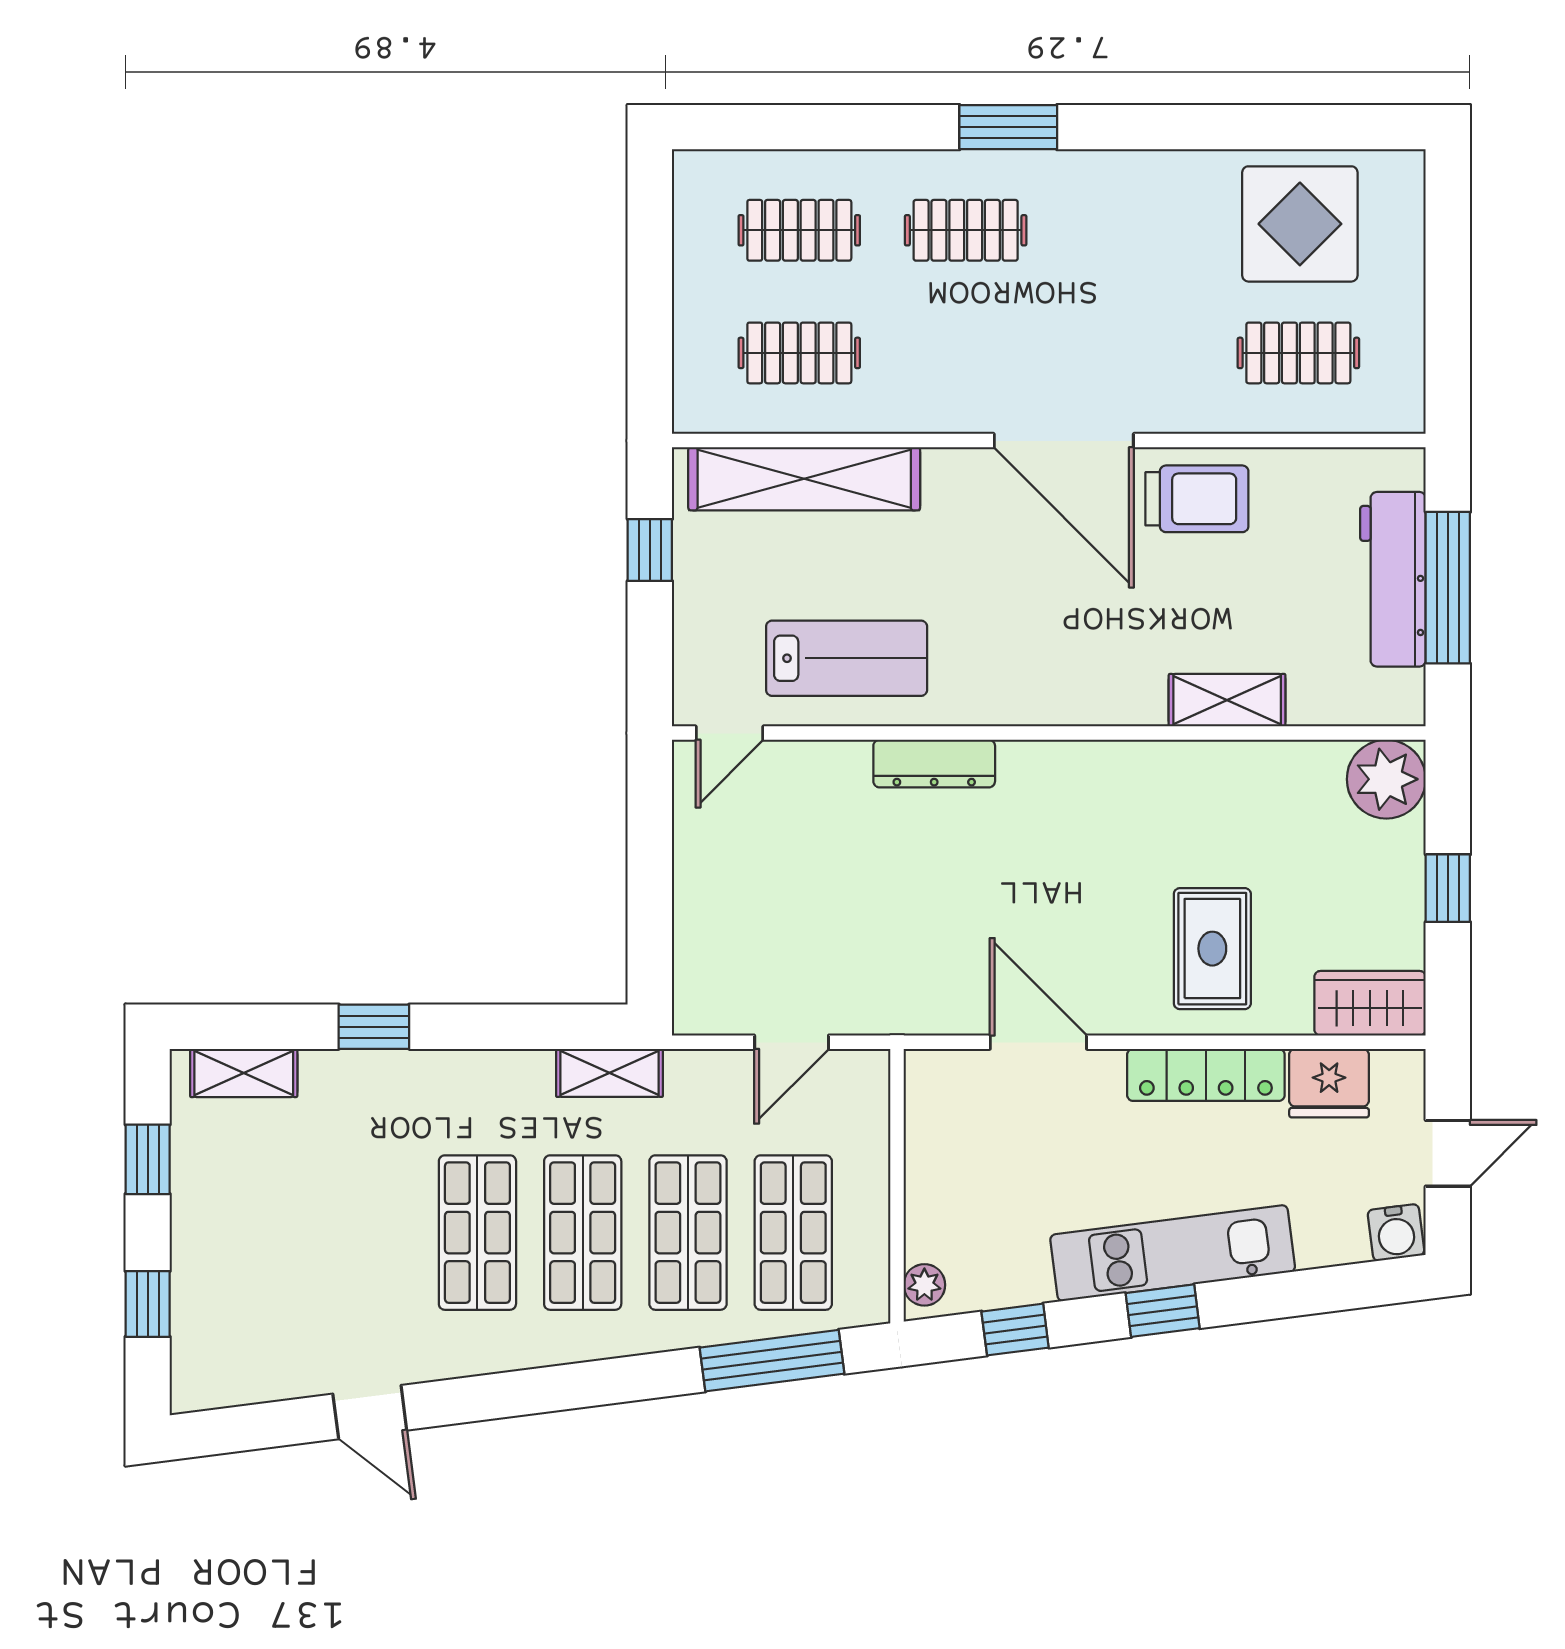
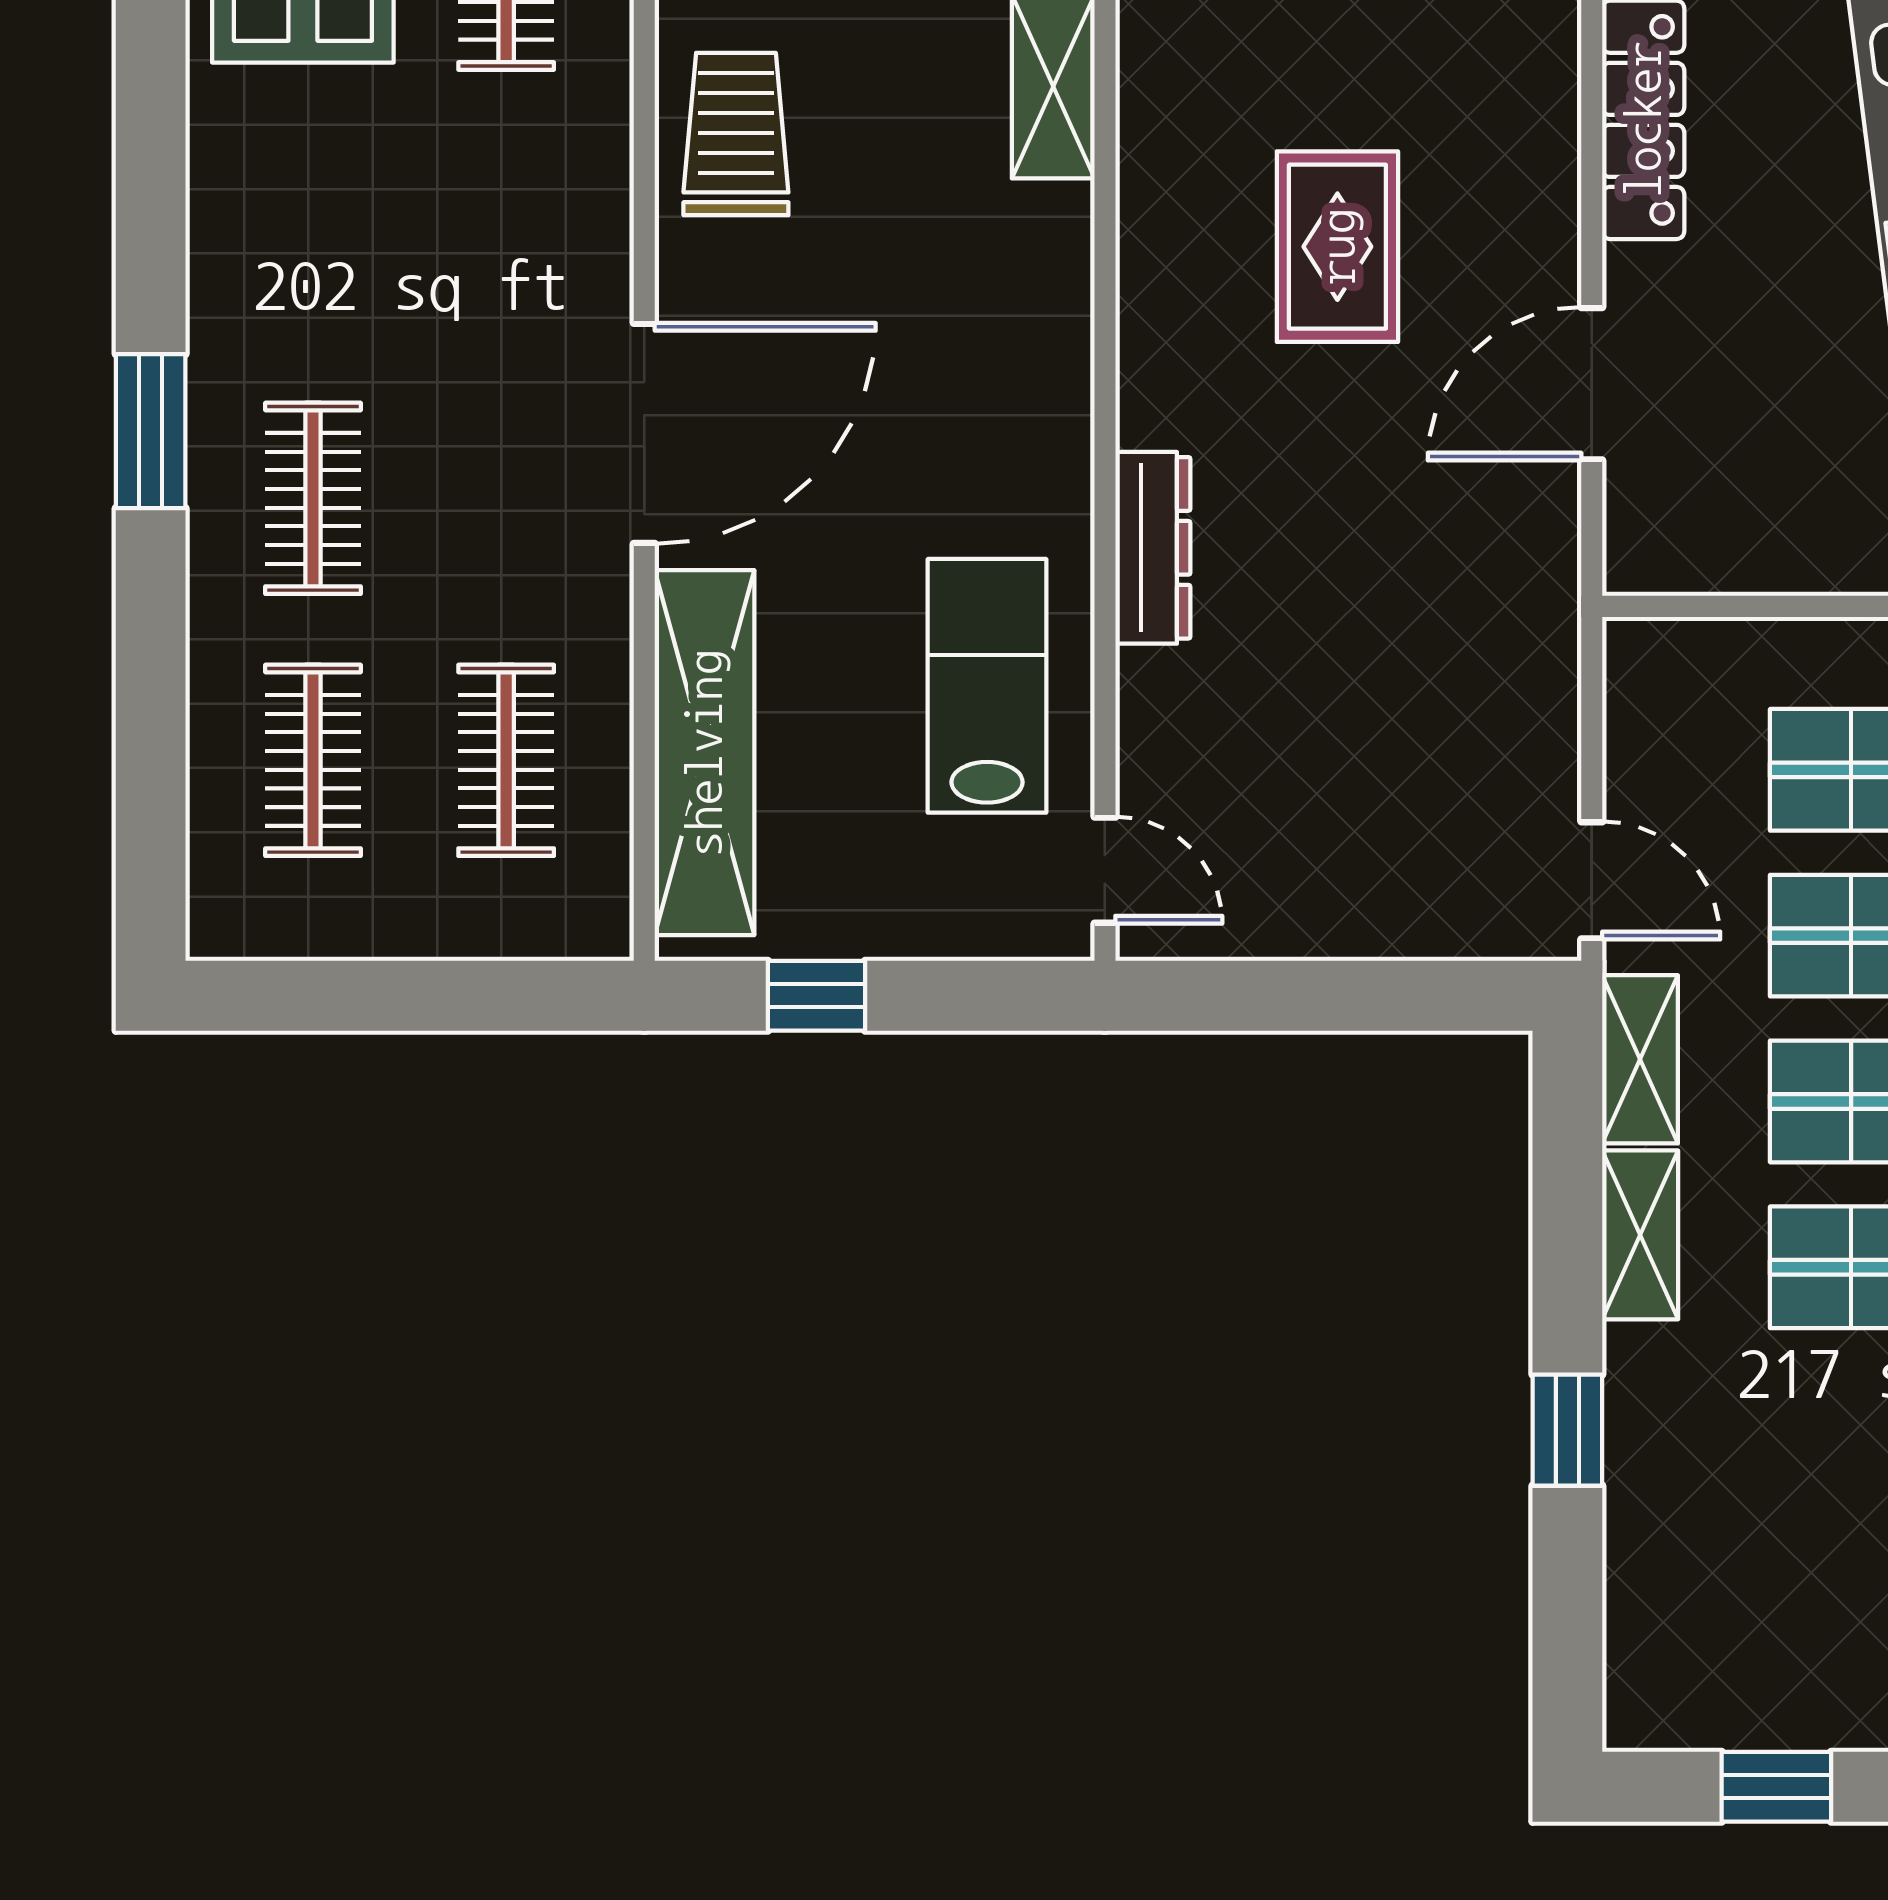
door: (1064, 441) -> (644, 433), moved
rug: (1212, 949) -> (1337, 247), moved, turned 90
door: (792, 1042) -> (1592, 880), moved
shelving: (244, 1073) -> (1640, 1235), moved

